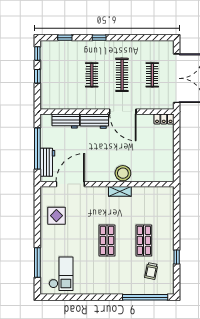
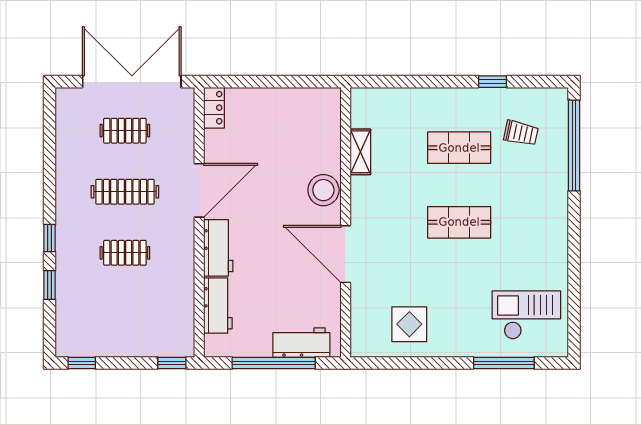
window: (65, 38) -> (50, 285), moved
window: (37, 76) -> (172, 363), moved
door: (70, 184) -> (346, 254), moved
shelving: (120, 191) -> (360, 152), moved

